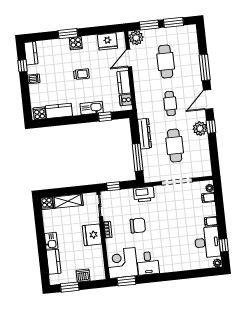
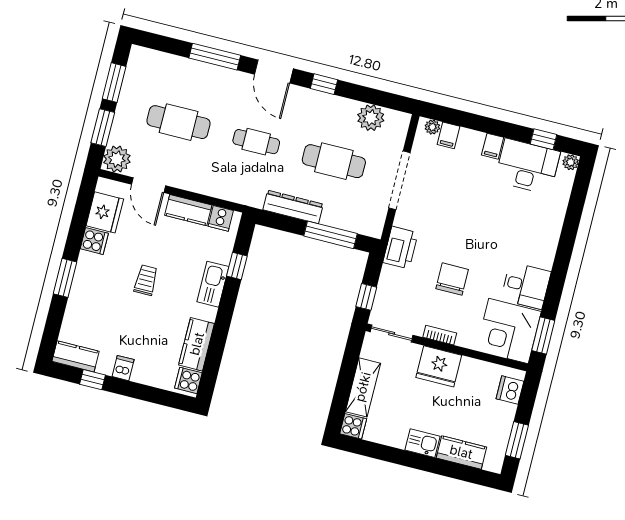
cooker: (76, 43) -> (94, 241), moved
plant: (200, 129) -> (371, 118), moved
dishwasher: (83, 276) -> (510, 390), moved

